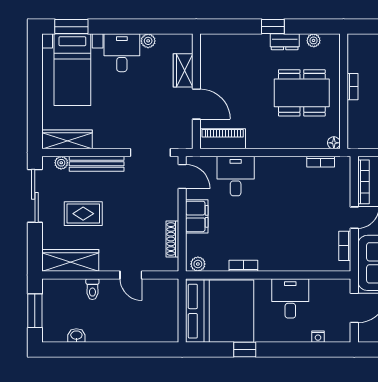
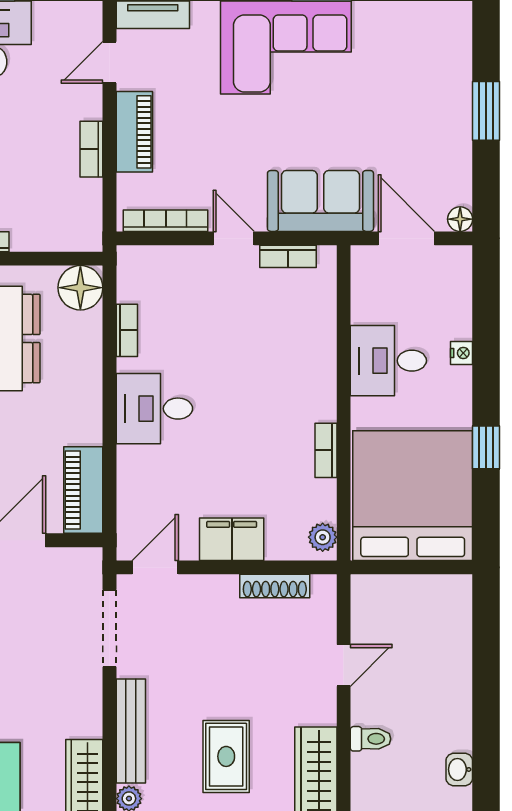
floor lamp: (334, 143) -> (80, 288), width x1.89, depth x1.89
bookcase: (321, 162) -> (127, 330), moved
desk: (236, 176) -> (154, 409), moved
floor lamp: (364, 336) -> (460, 219), added
nightstand: (318, 337) -> (462, 353), moved

